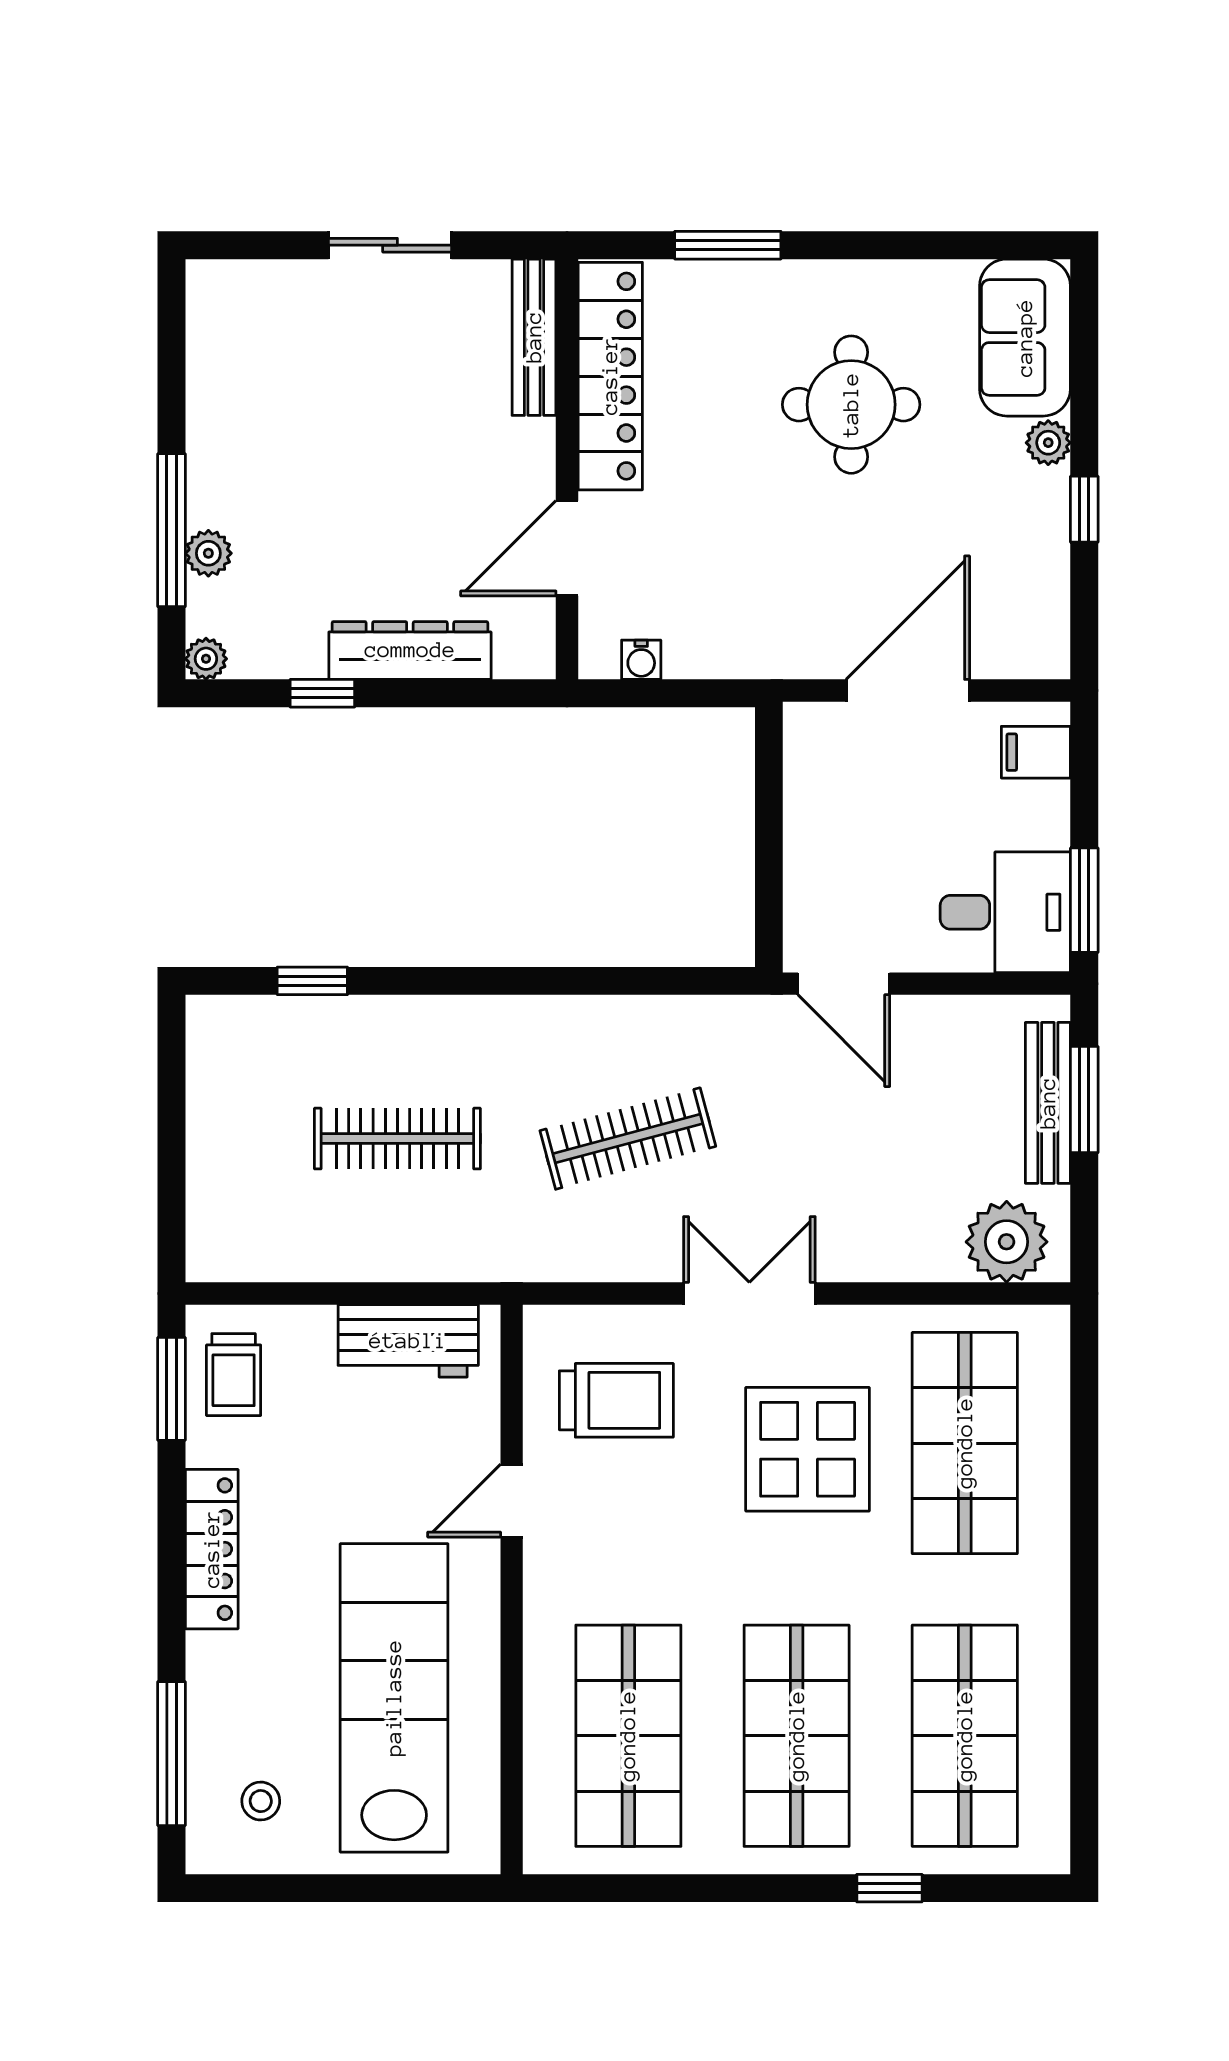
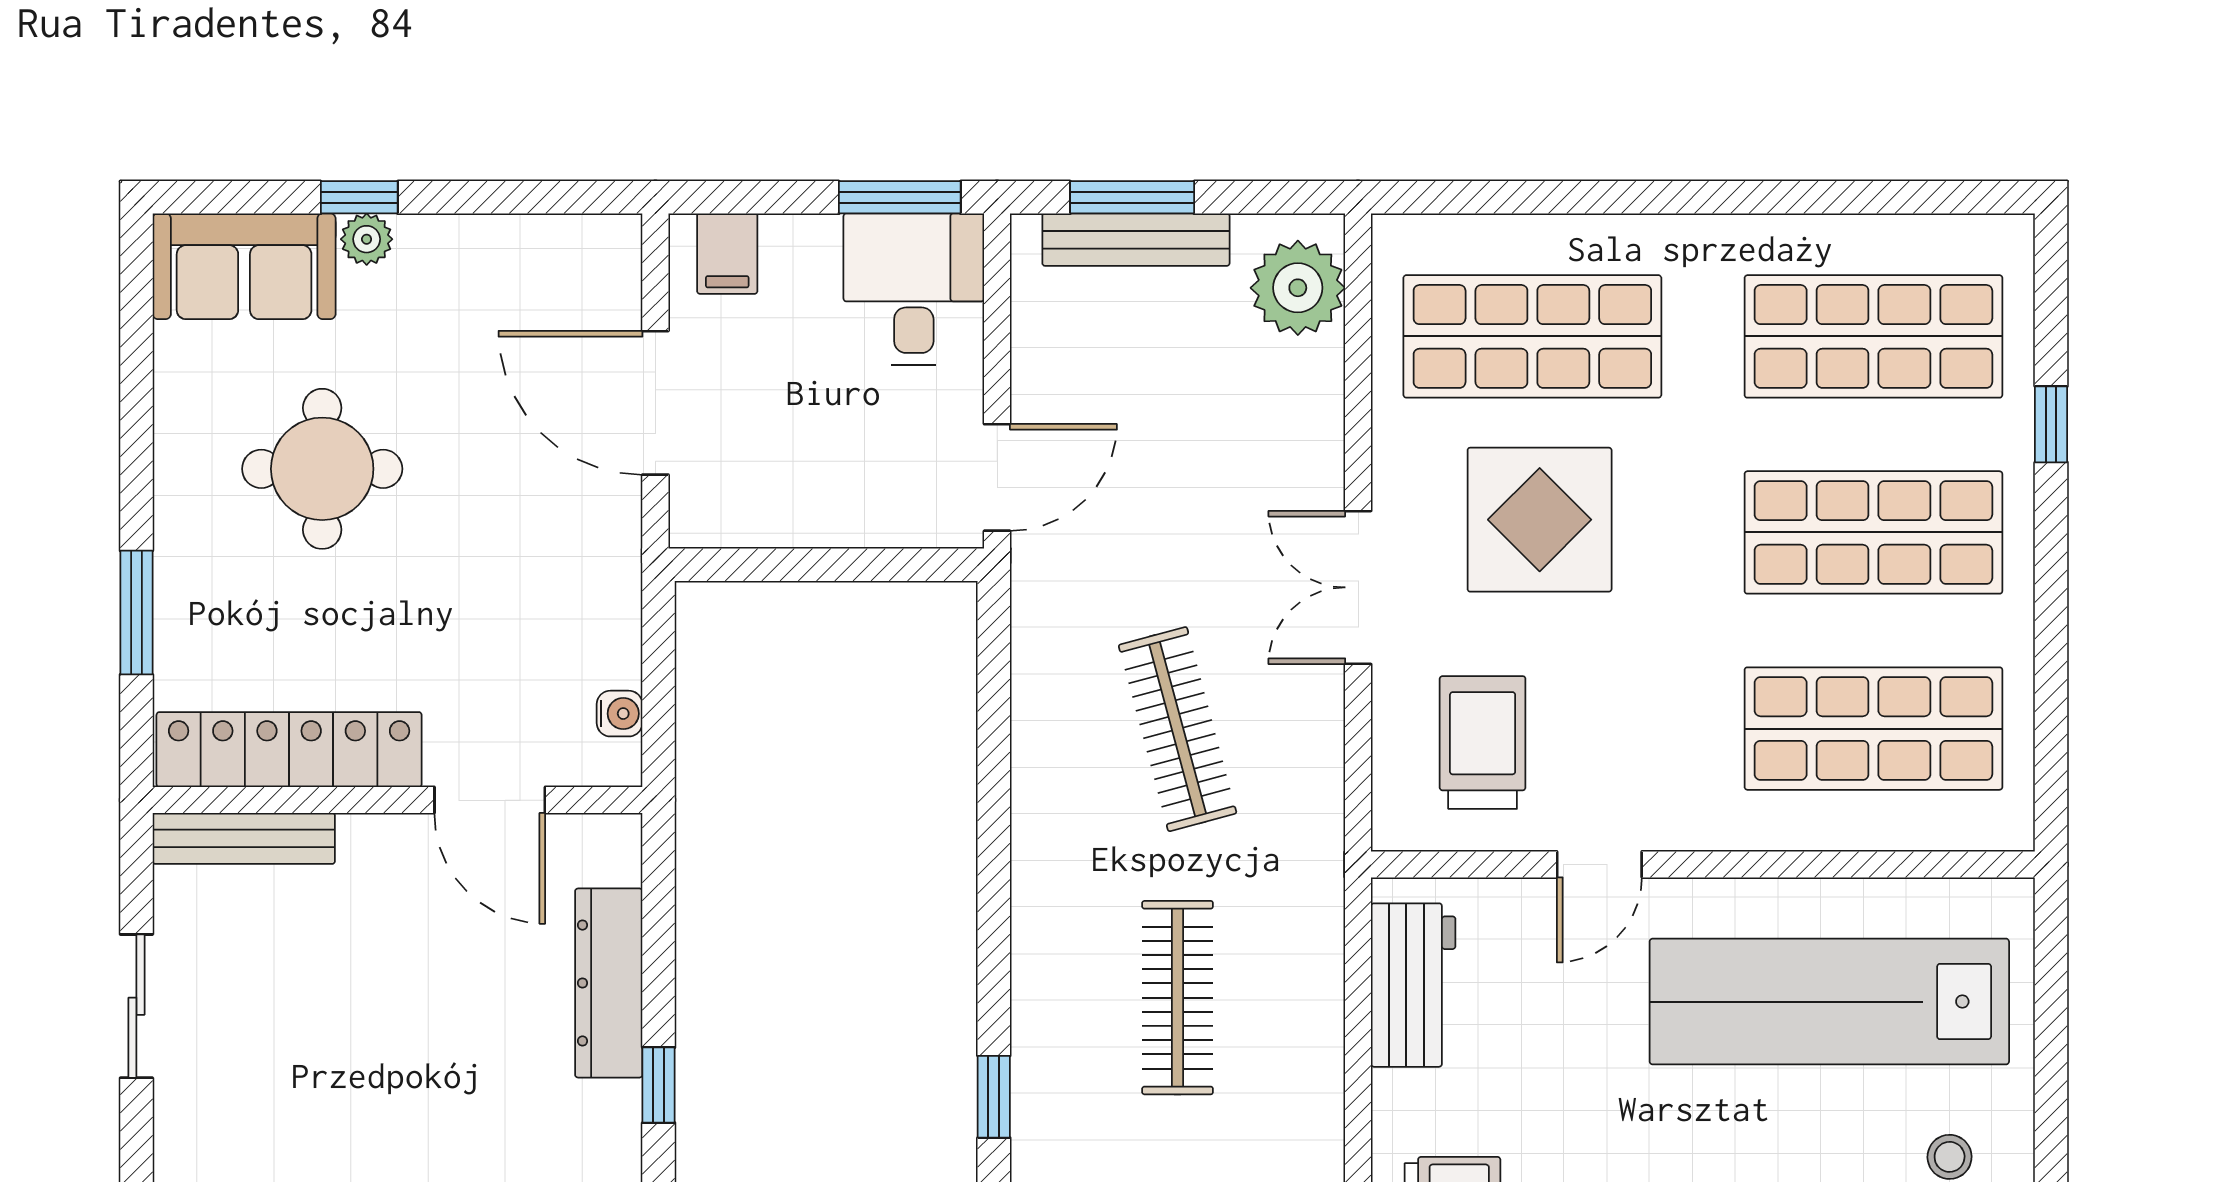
window: (1084, 509) -> (359, 197), moved
door: (512, 1501) -> (1599, 864), hinge flipped

